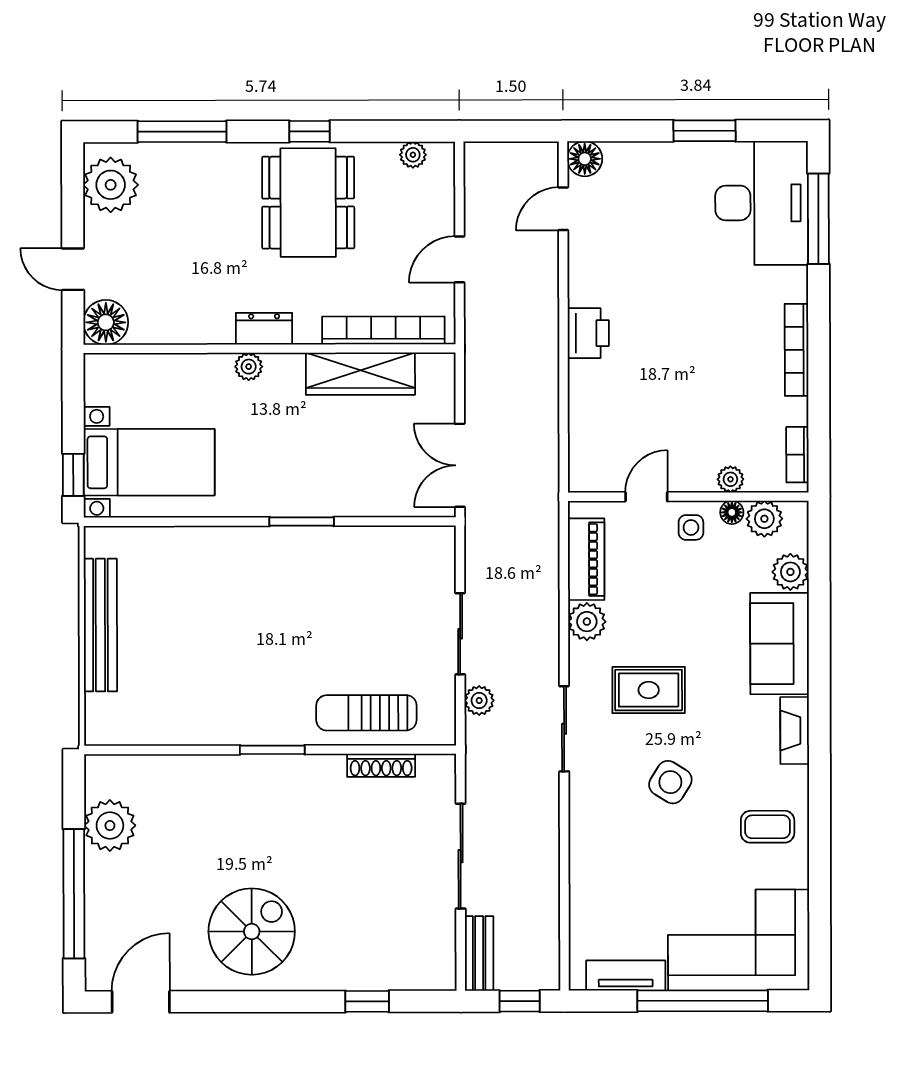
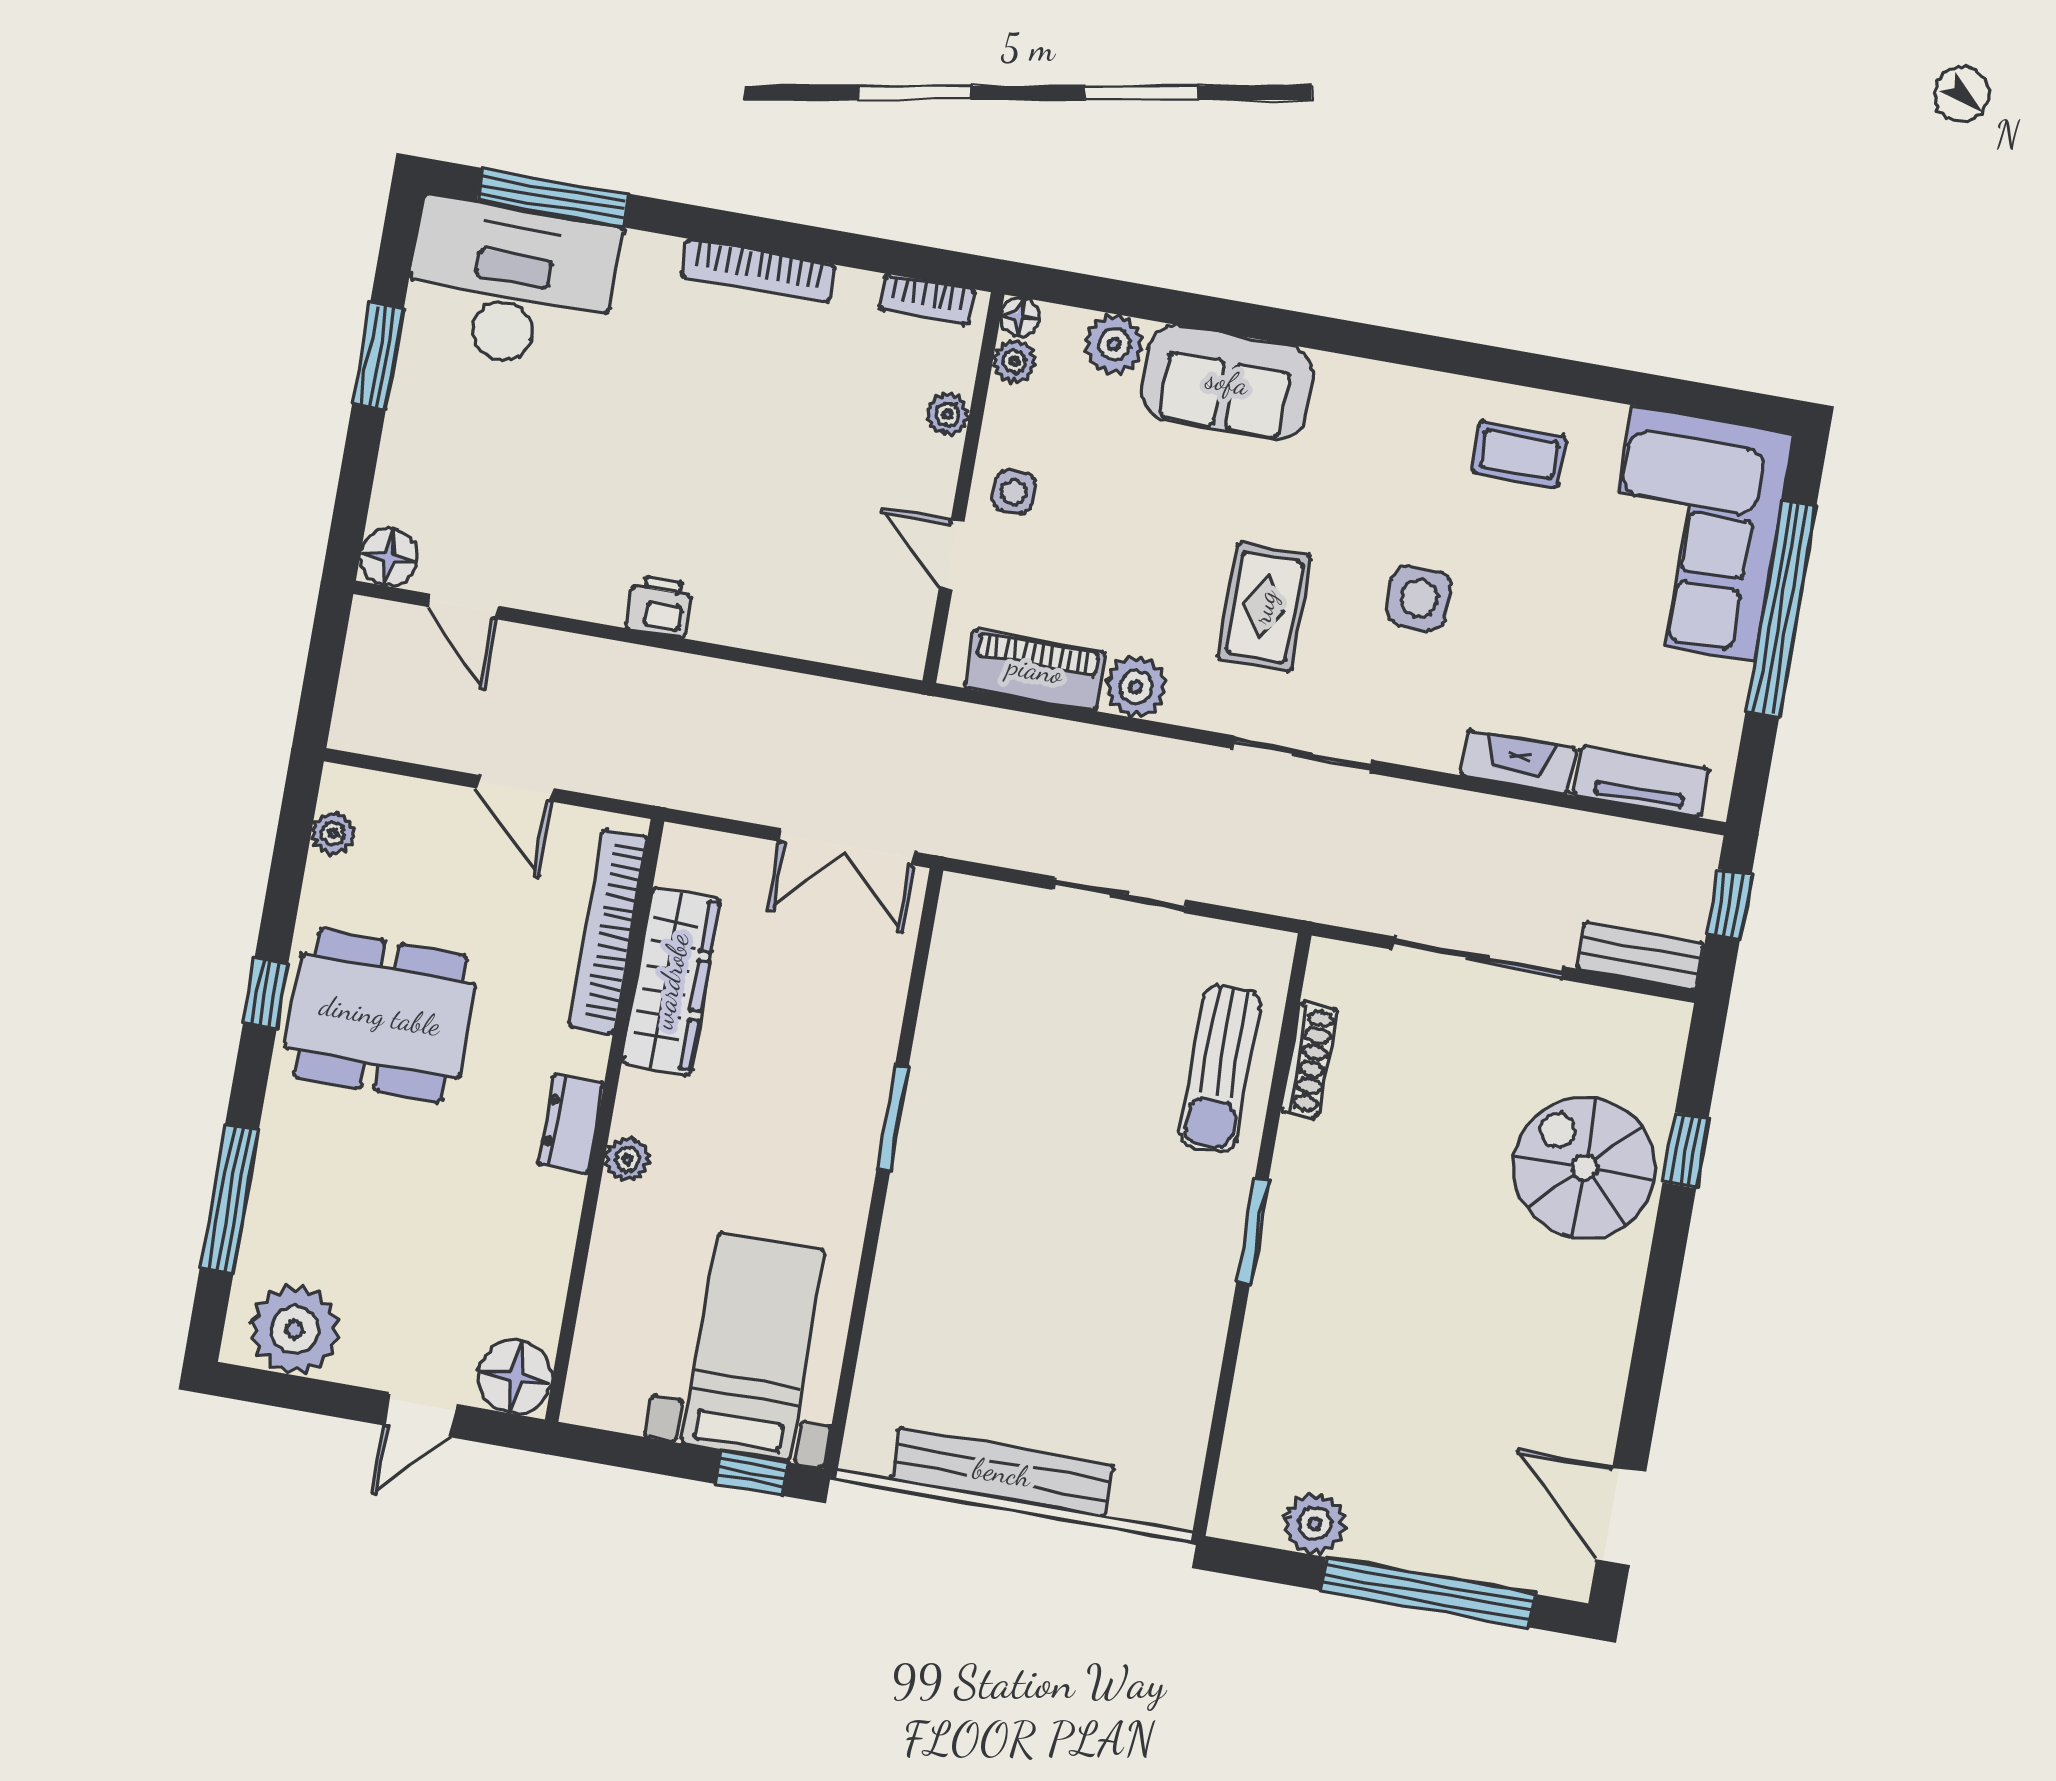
printer: (588, 333) -> (659, 606), width x0.73, depth x0.81
floor lamp: (732, 512) -> (1020, 317), moved
plant: (764, 519) -> (1015, 362), width x0.73, depth x0.73
plant: (479, 700) -> (1232, 883), removed
fireplace: (795, 730) -> (1518, 762), moved, turned 180
side table: (670, 782) -> (1419, 598), turned -31
plant: (110, 826) -> (1315, 1524), width x0.73, depth x0.73
coffee table: (768, 827) -> (1519, 454), turned 90
spiral stairs: (252, 932) -> (1584, 1168), moved
tv unit: (626, 975) -> (1641, 782), moved, turned 90

